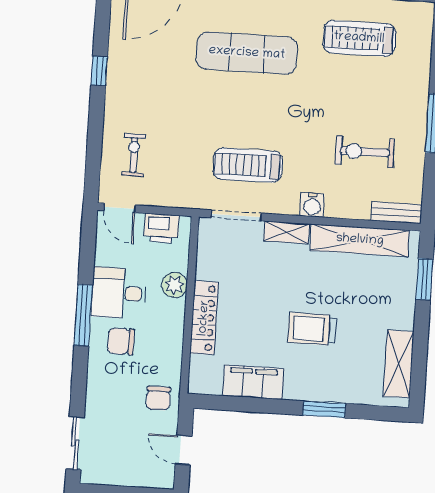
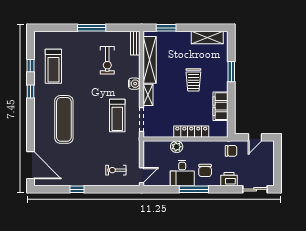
printer: (161, 228) -> (229, 179), moved, turned -90

